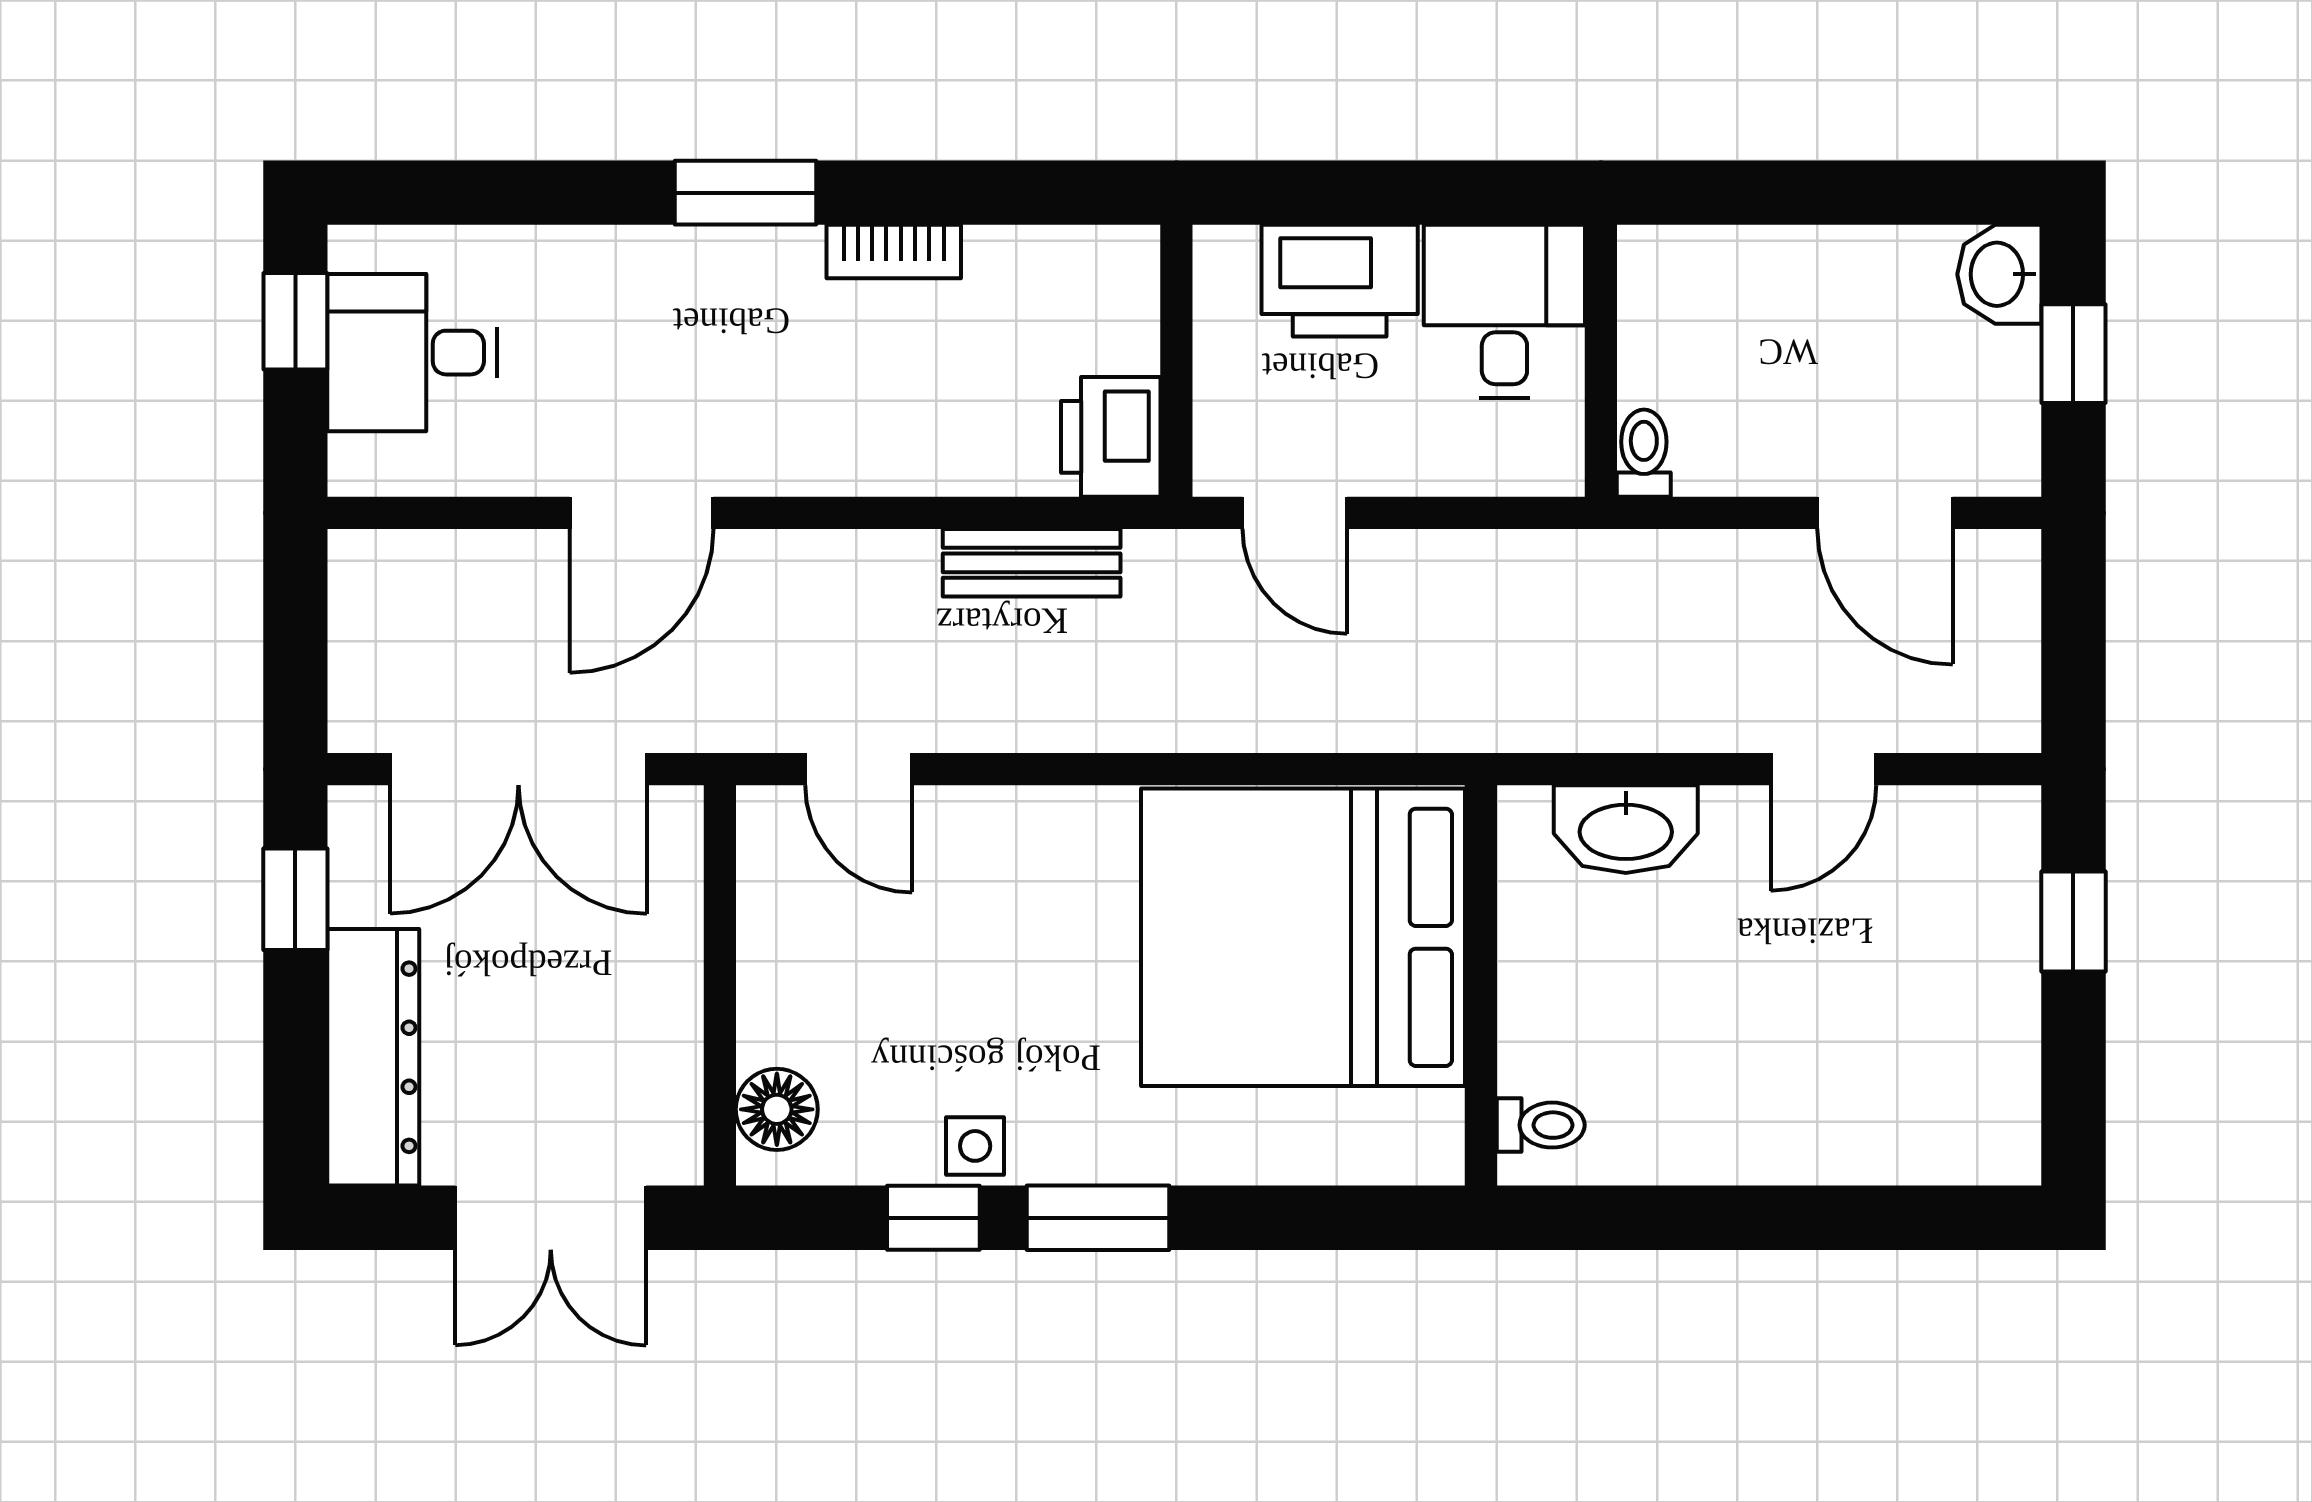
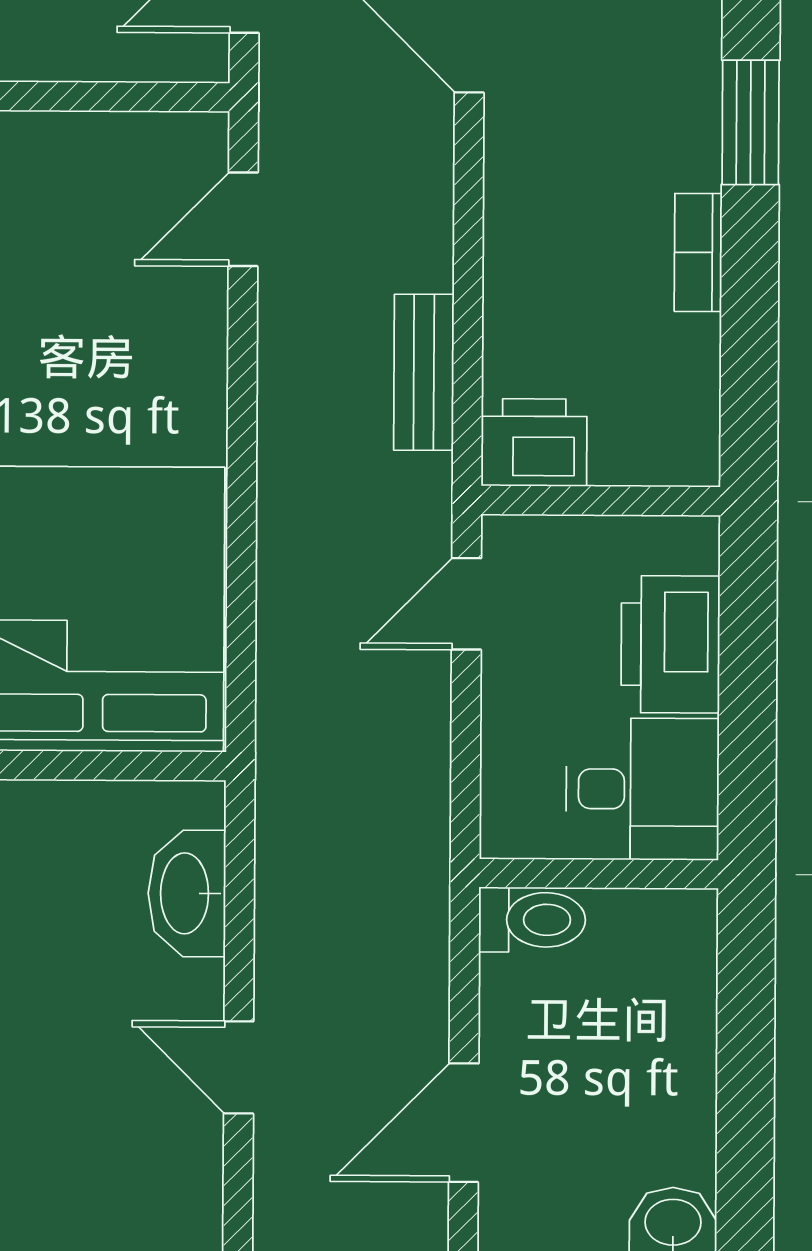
toilet: (1644, 453) -> (532, 920), width x1.37, depth x1.39

